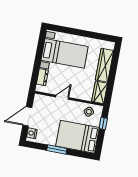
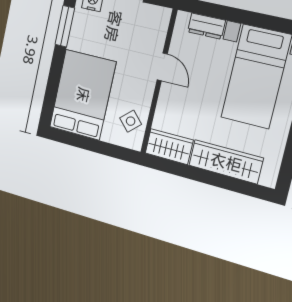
window: (103, 123) -> (106, 149), removed
window: (57, 150) -> (65, 26), moved

